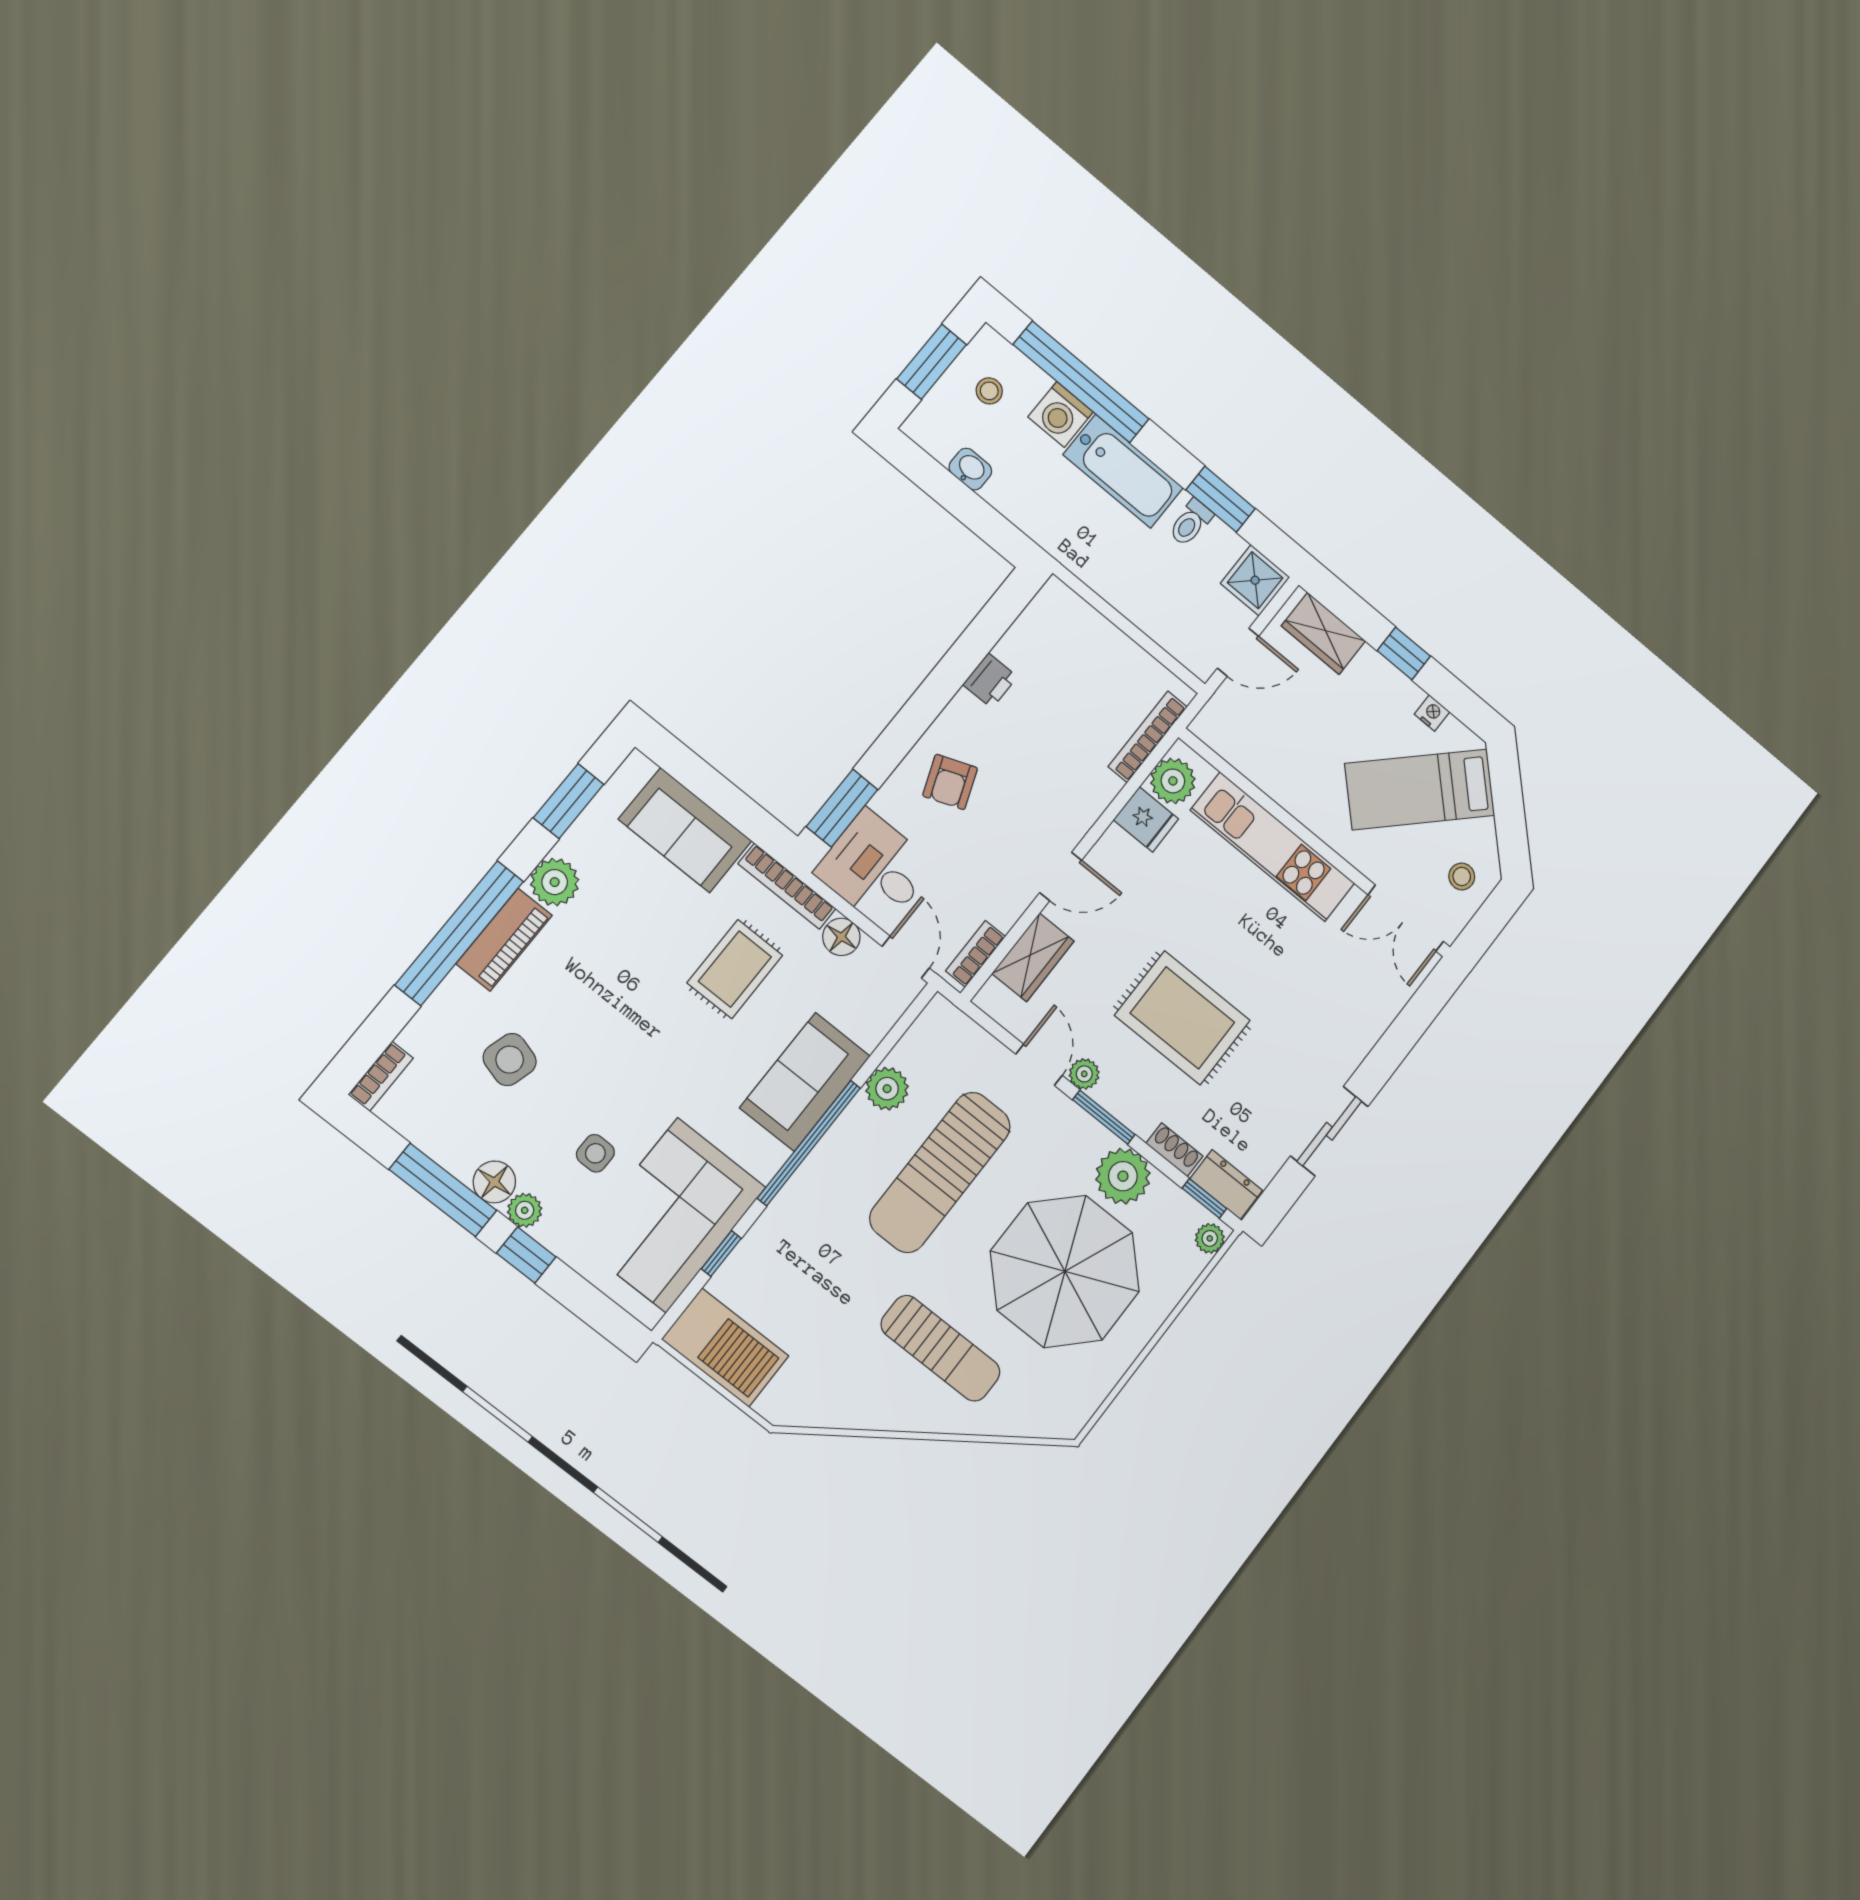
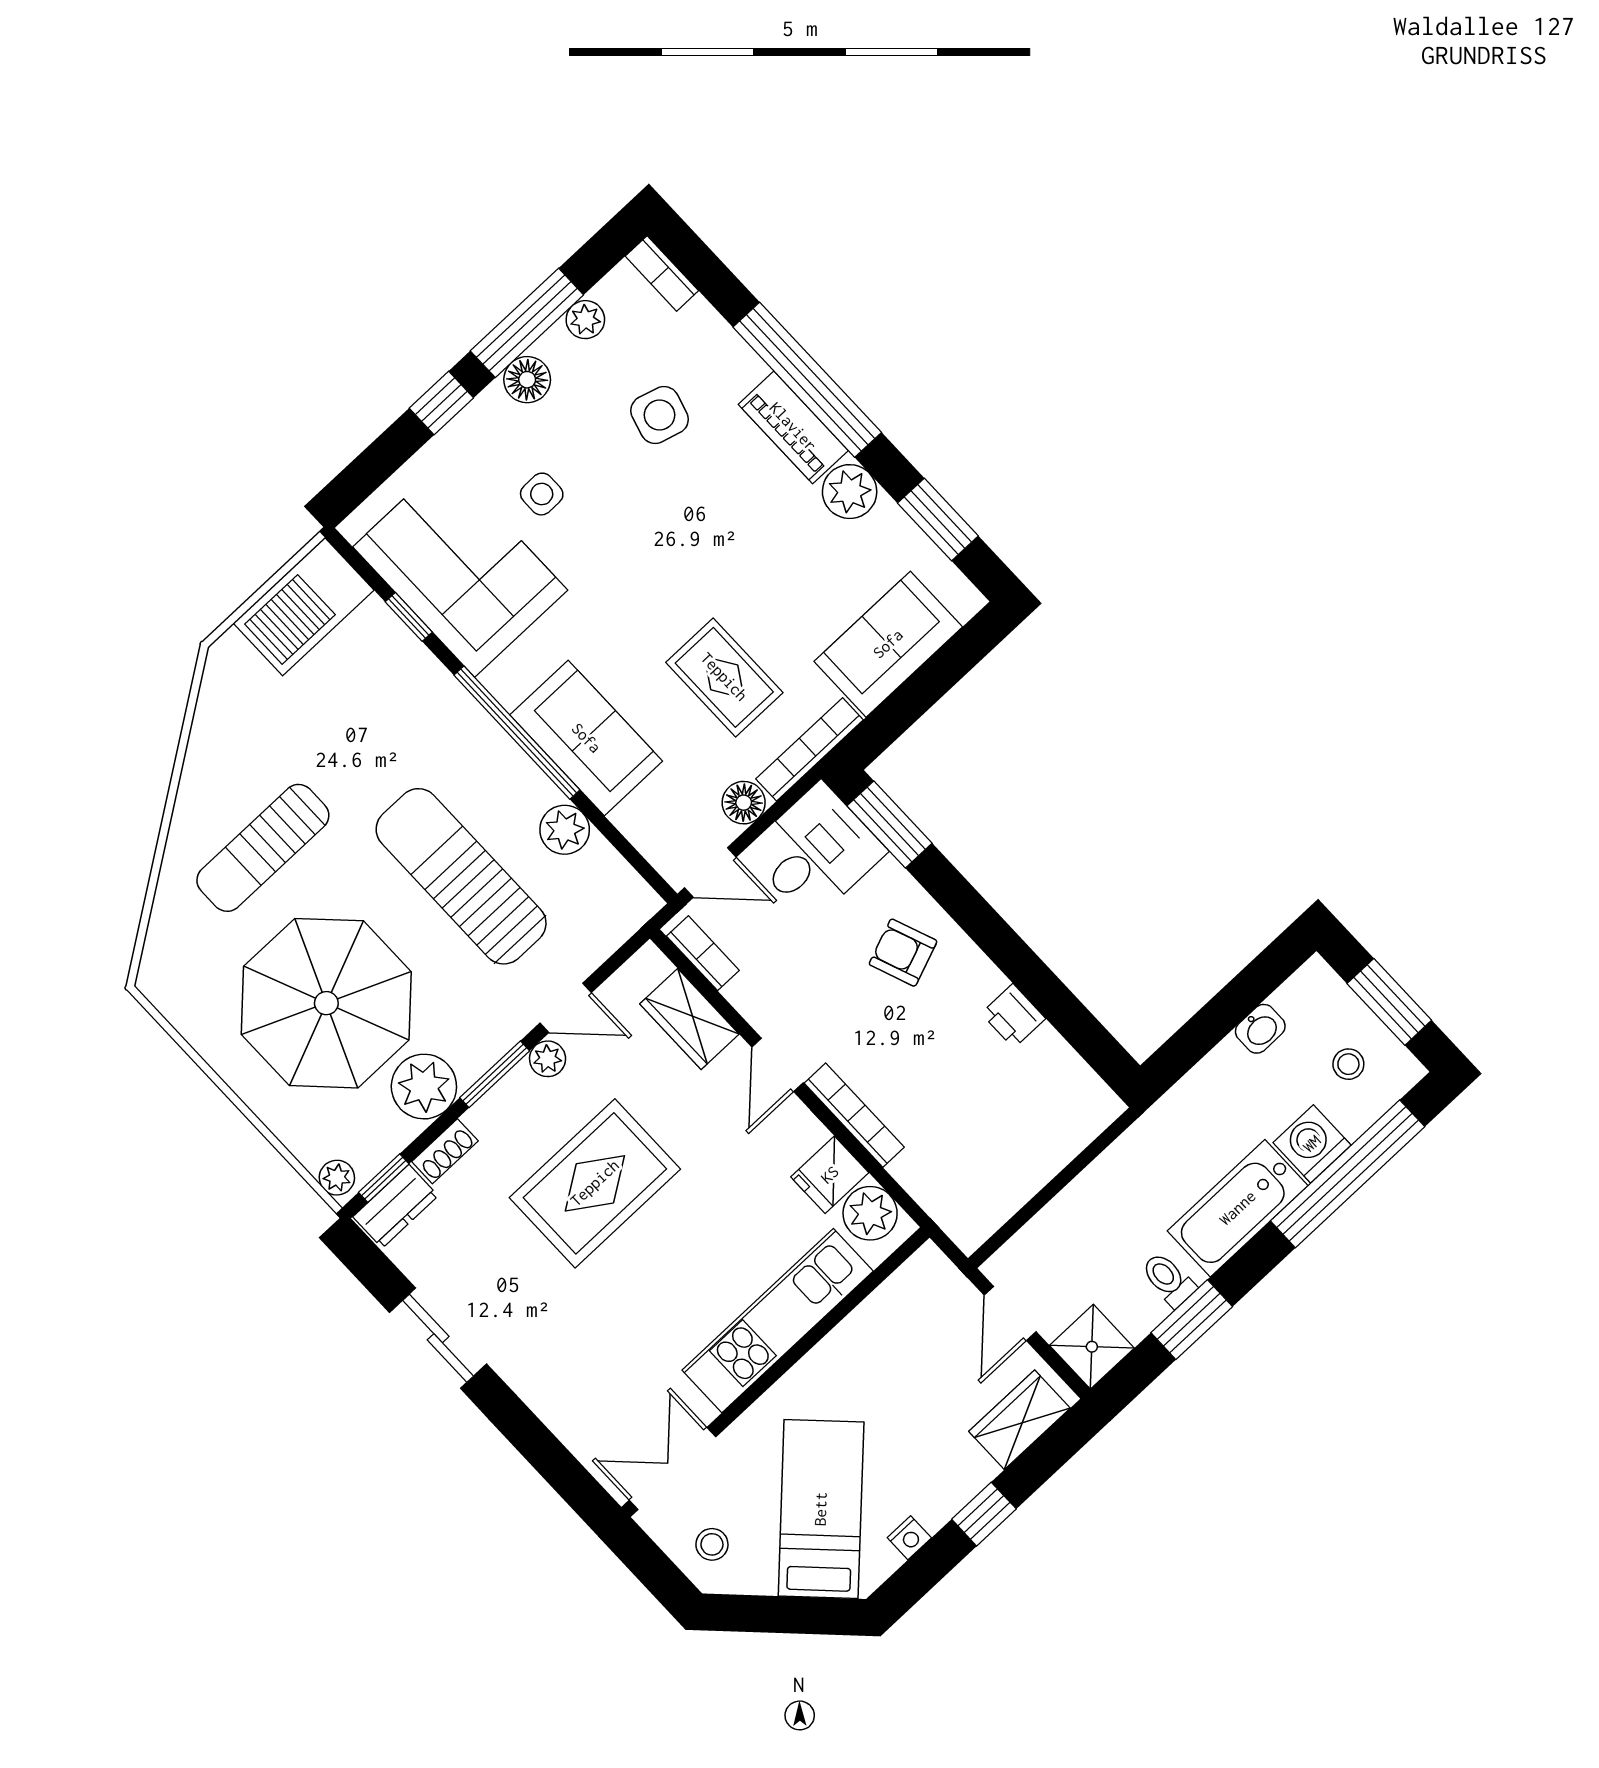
bookcase: (1148, 737) -> (854, 1115), moved
plant: (525, 1210) -> (585, 320), moved

